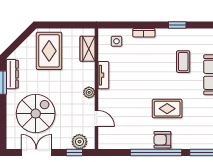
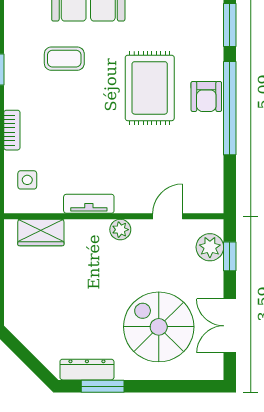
rug: (49, 51) -> (45, 303), removed
rug: (167, 109) -> (150, 88), width x1.36, depth x1.43

